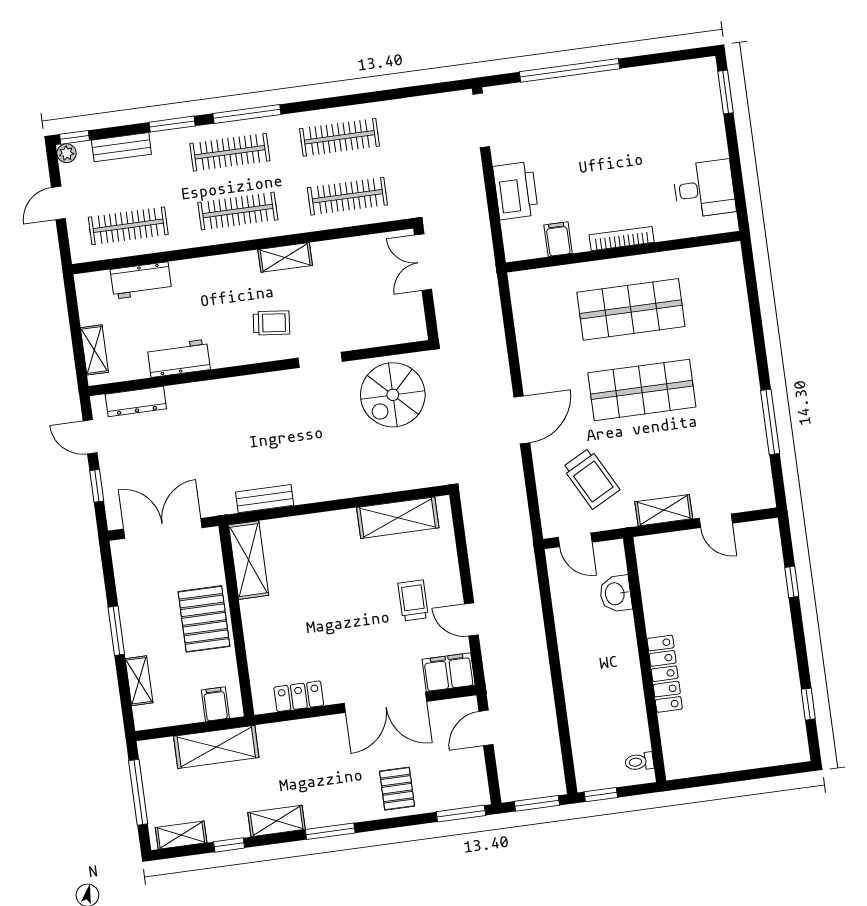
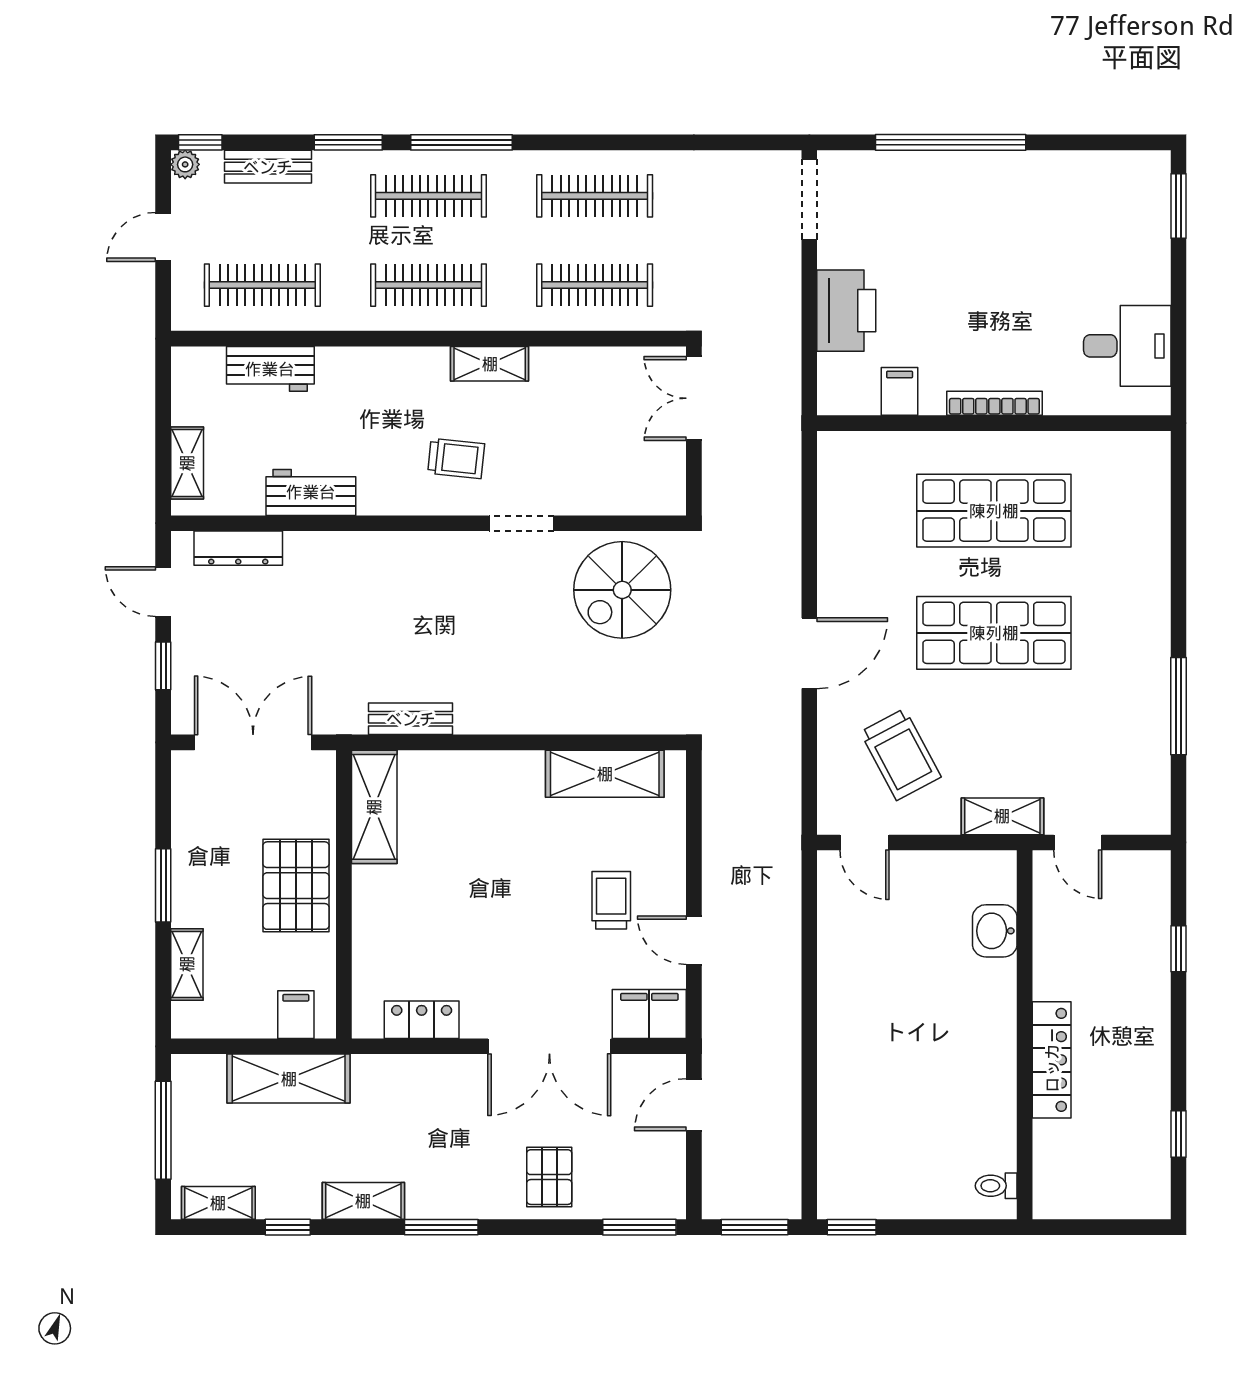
washbasin: (616, 594) -> (995, 931), moved
wall: (645, 660) -> (1025, 1035), moved
locker: (665, 674) -> (1052, 1060), moved
toilet: (639, 762) -> (996, 1186), moved

